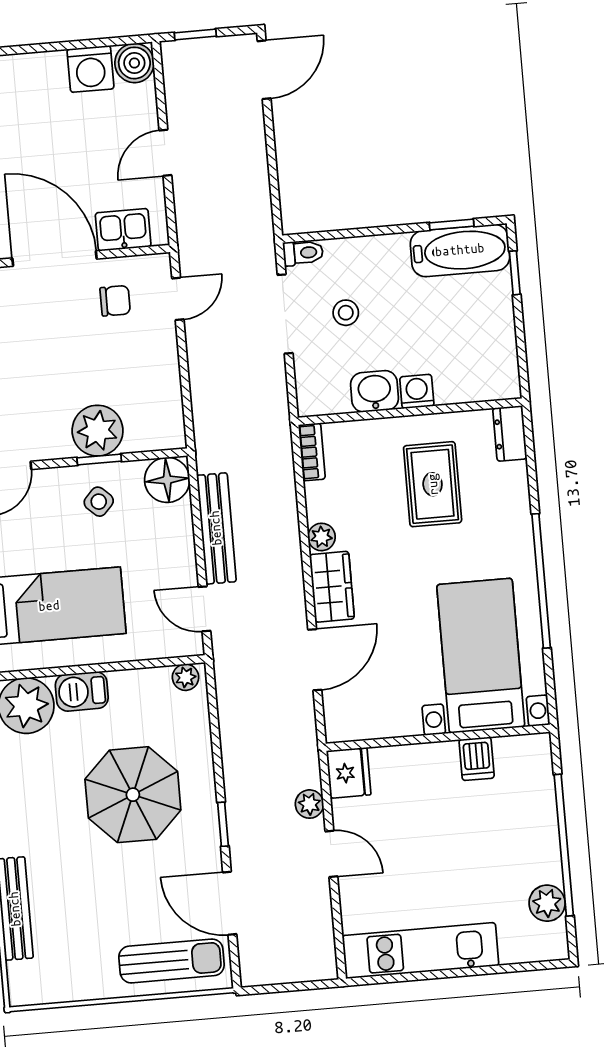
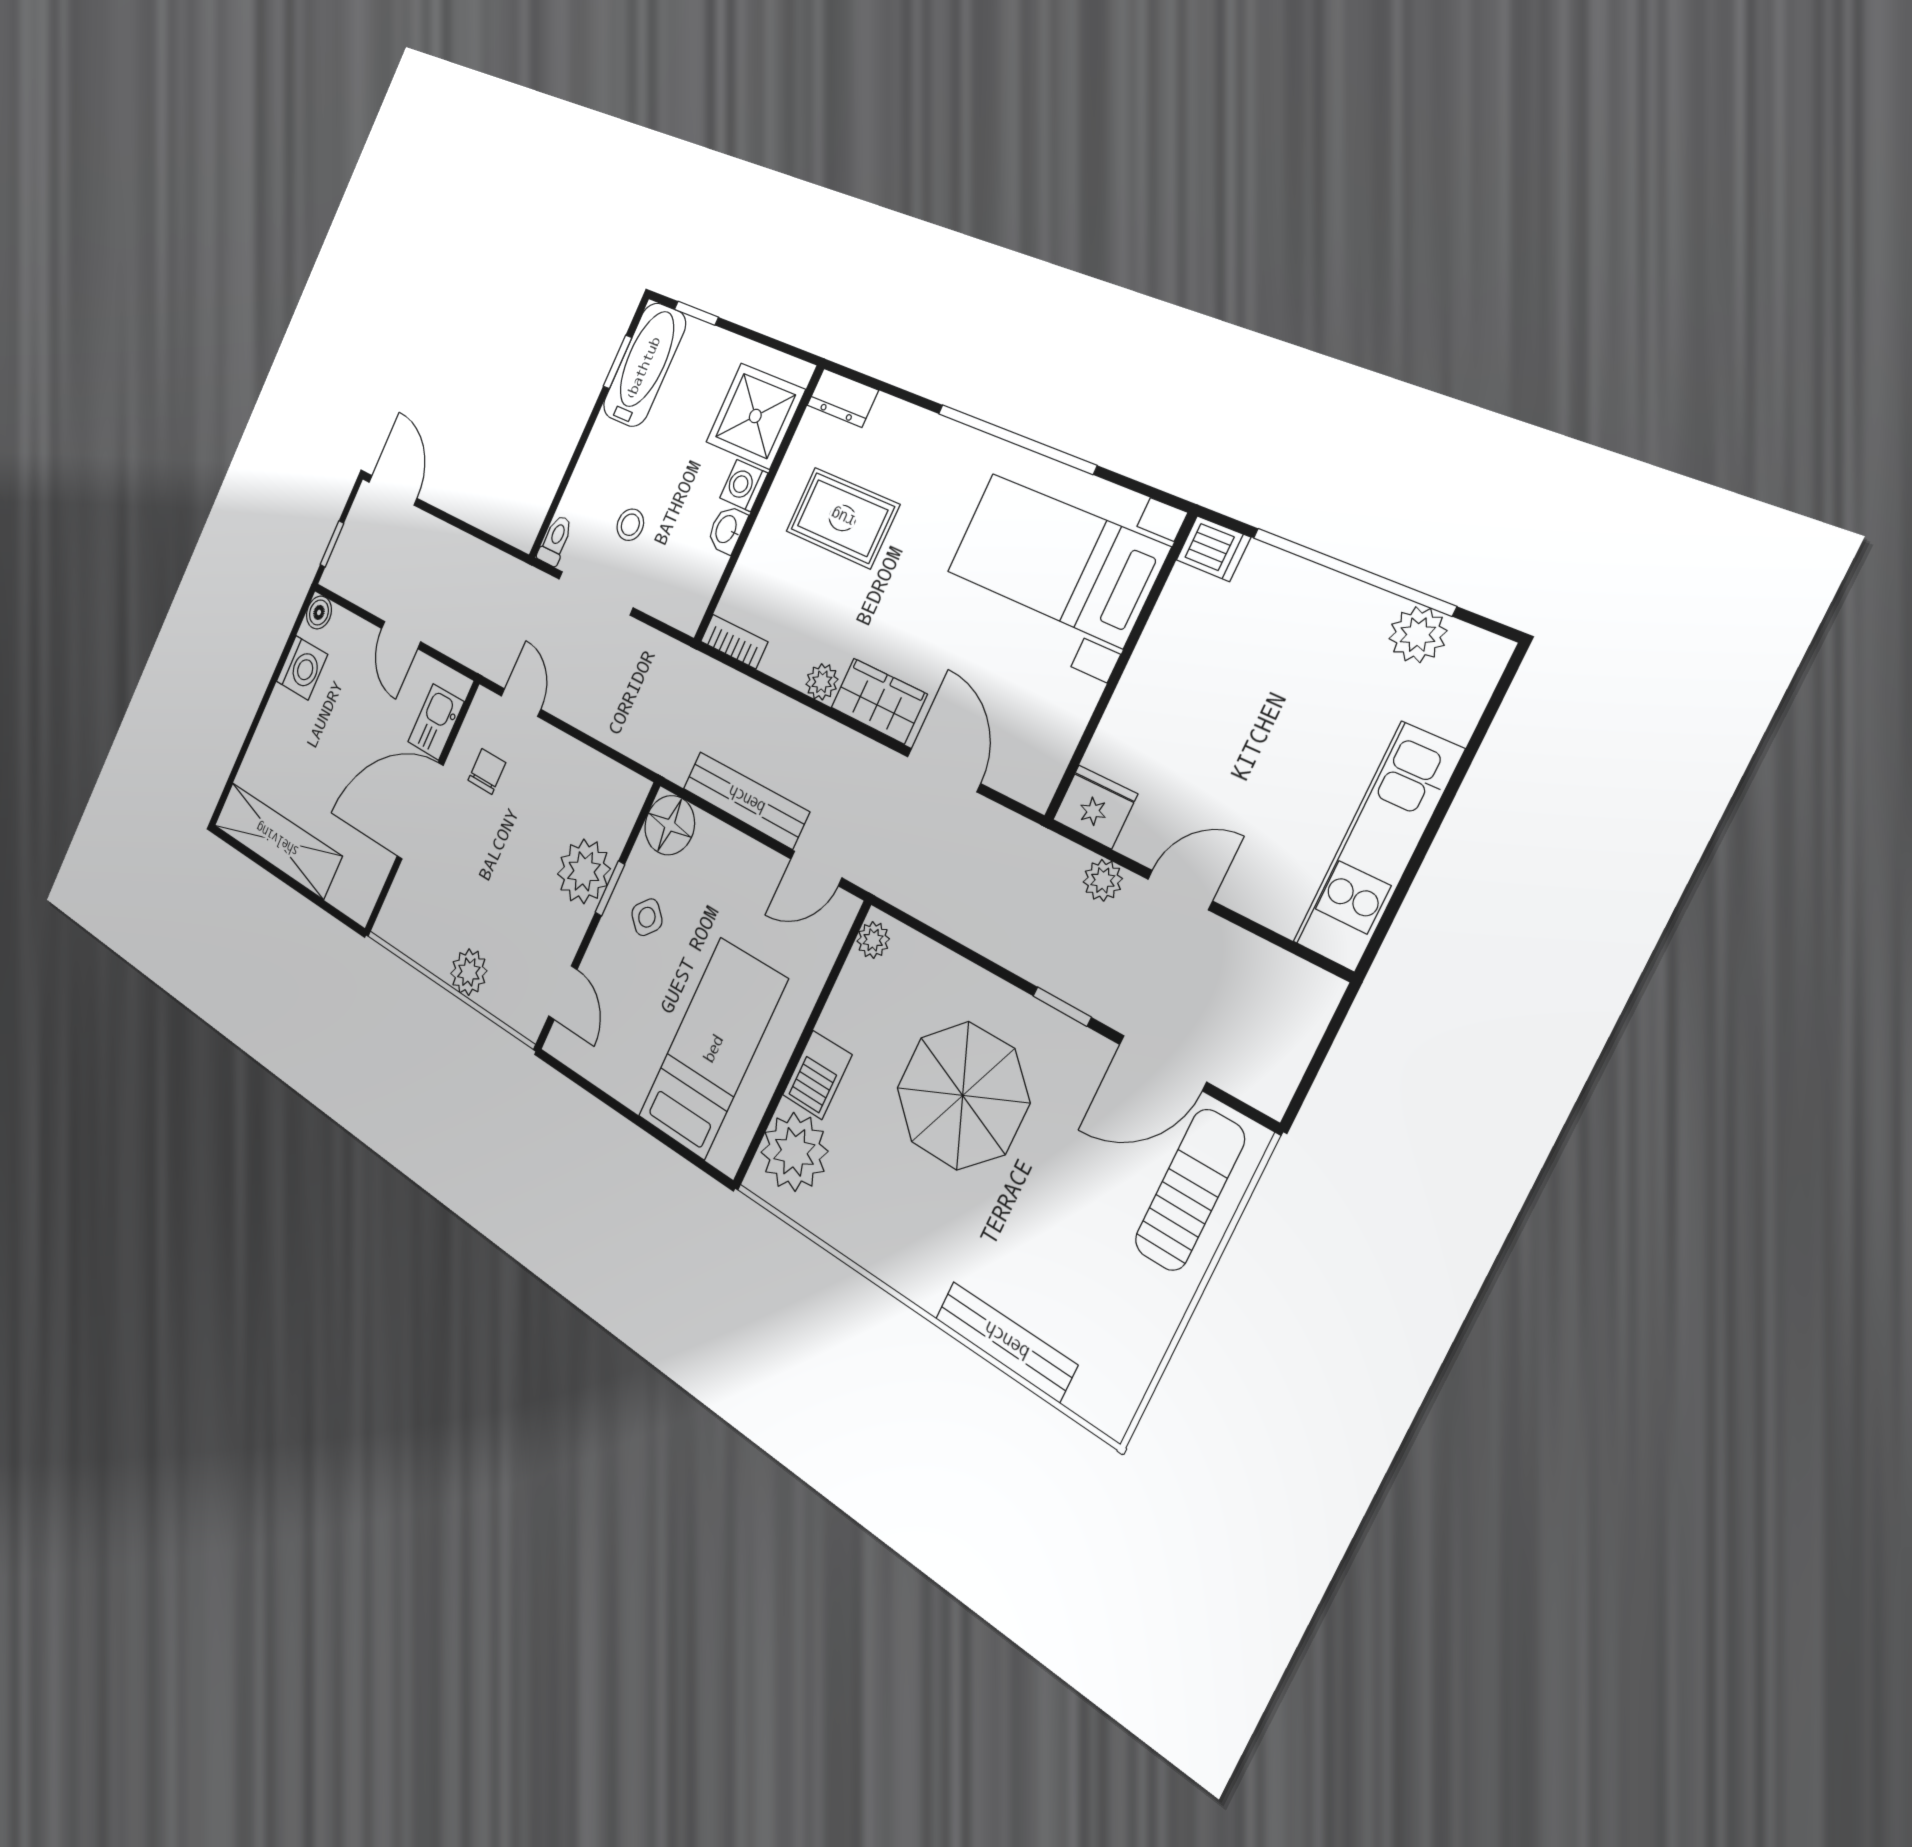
boiler: (134, 63) -> (319, 612), width x0.73, depth x0.73
shower: (467, 370) -> (755, 416), added
washbasin: (375, 391) -> (727, 529), width x0.72, depth x0.69
dishwasher: (477, 759) -> (1213, 549), moved

